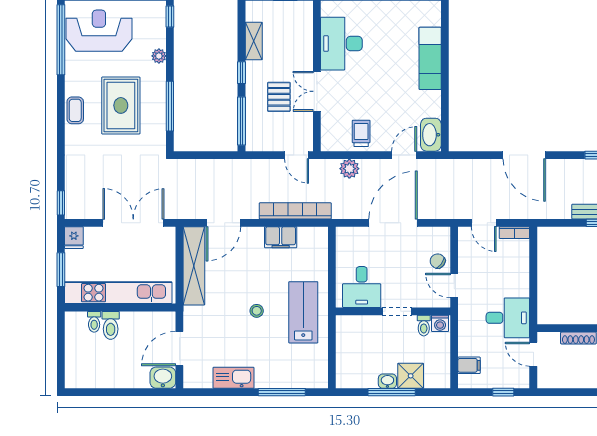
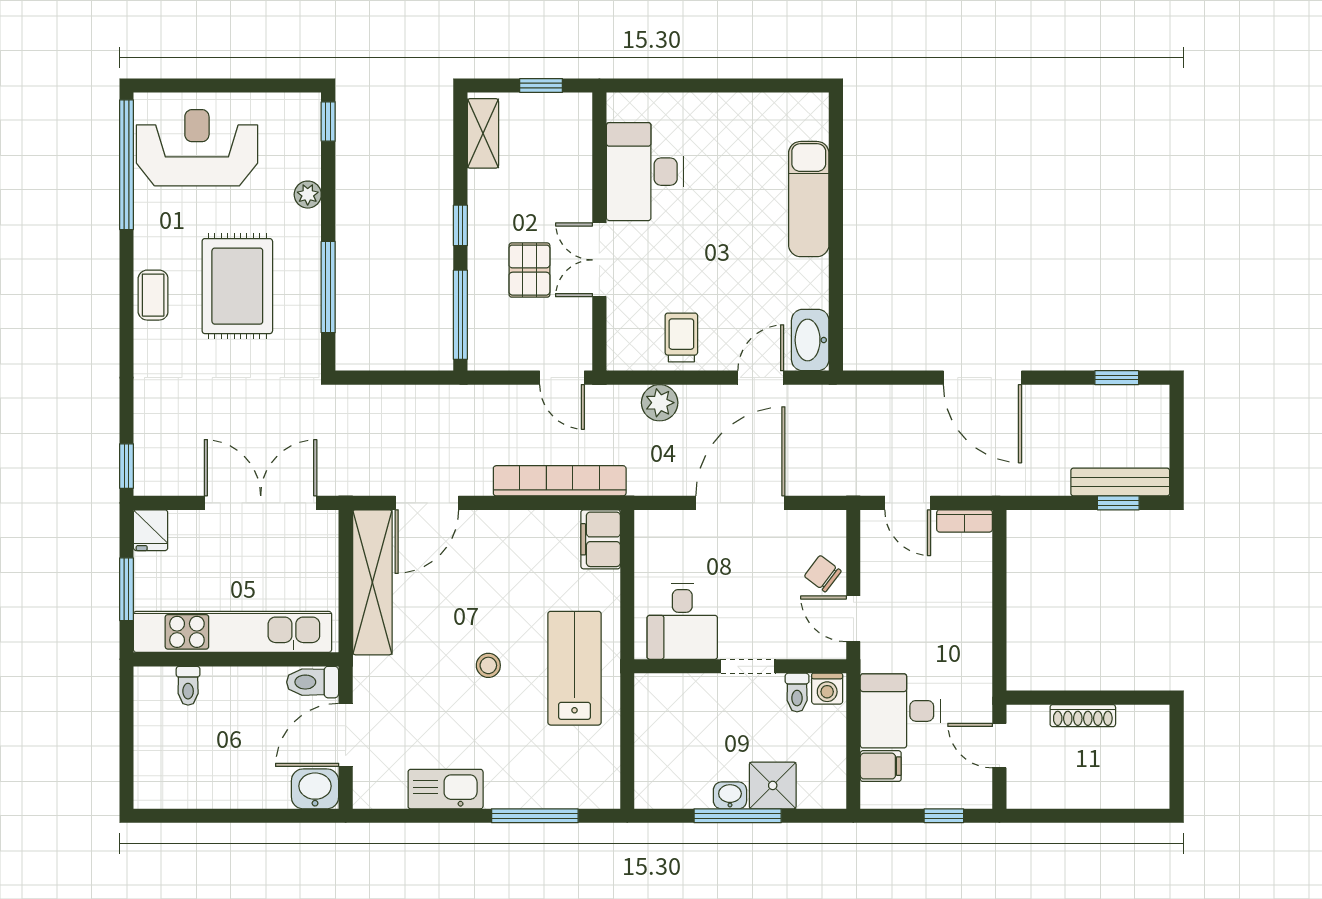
shelving: (254, 41) -> (483, 133), moved
filing cabinet: (281, 237) -> (601, 539), moved, turned 90
desk: (508, 318) -> (900, 711), moved, turned 180
toilet: (111, 325) -> (313, 682), moved, turned 90

